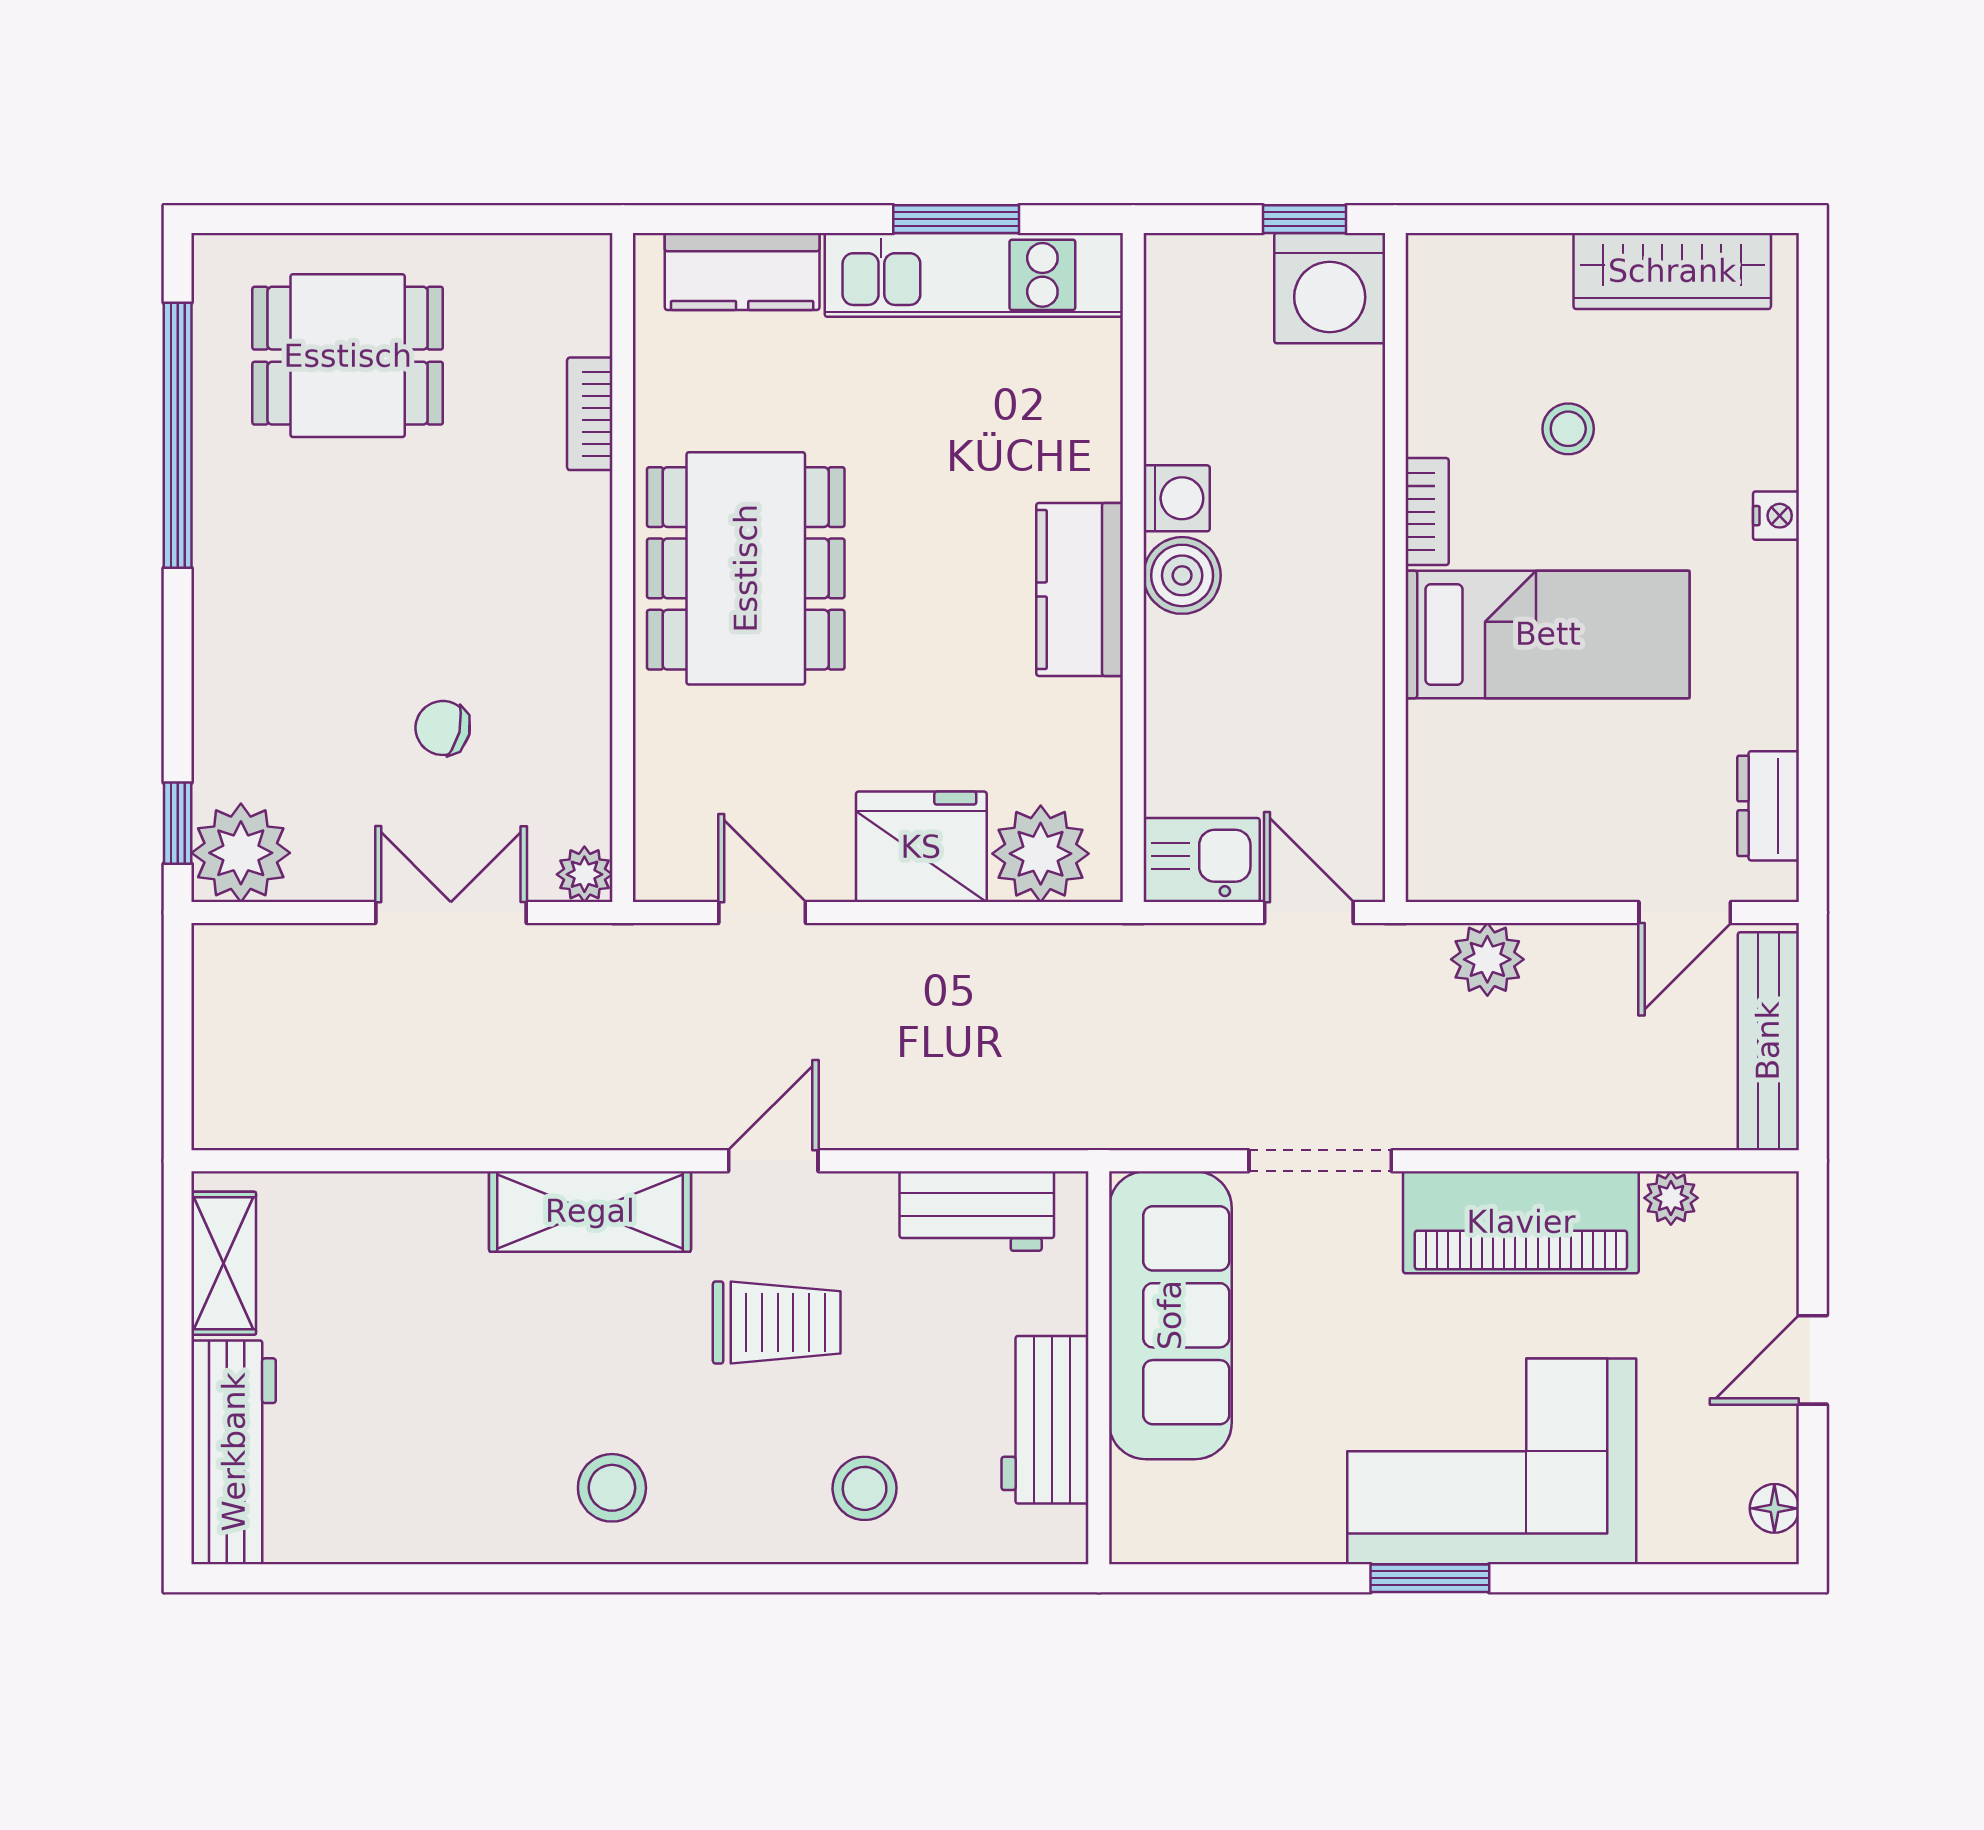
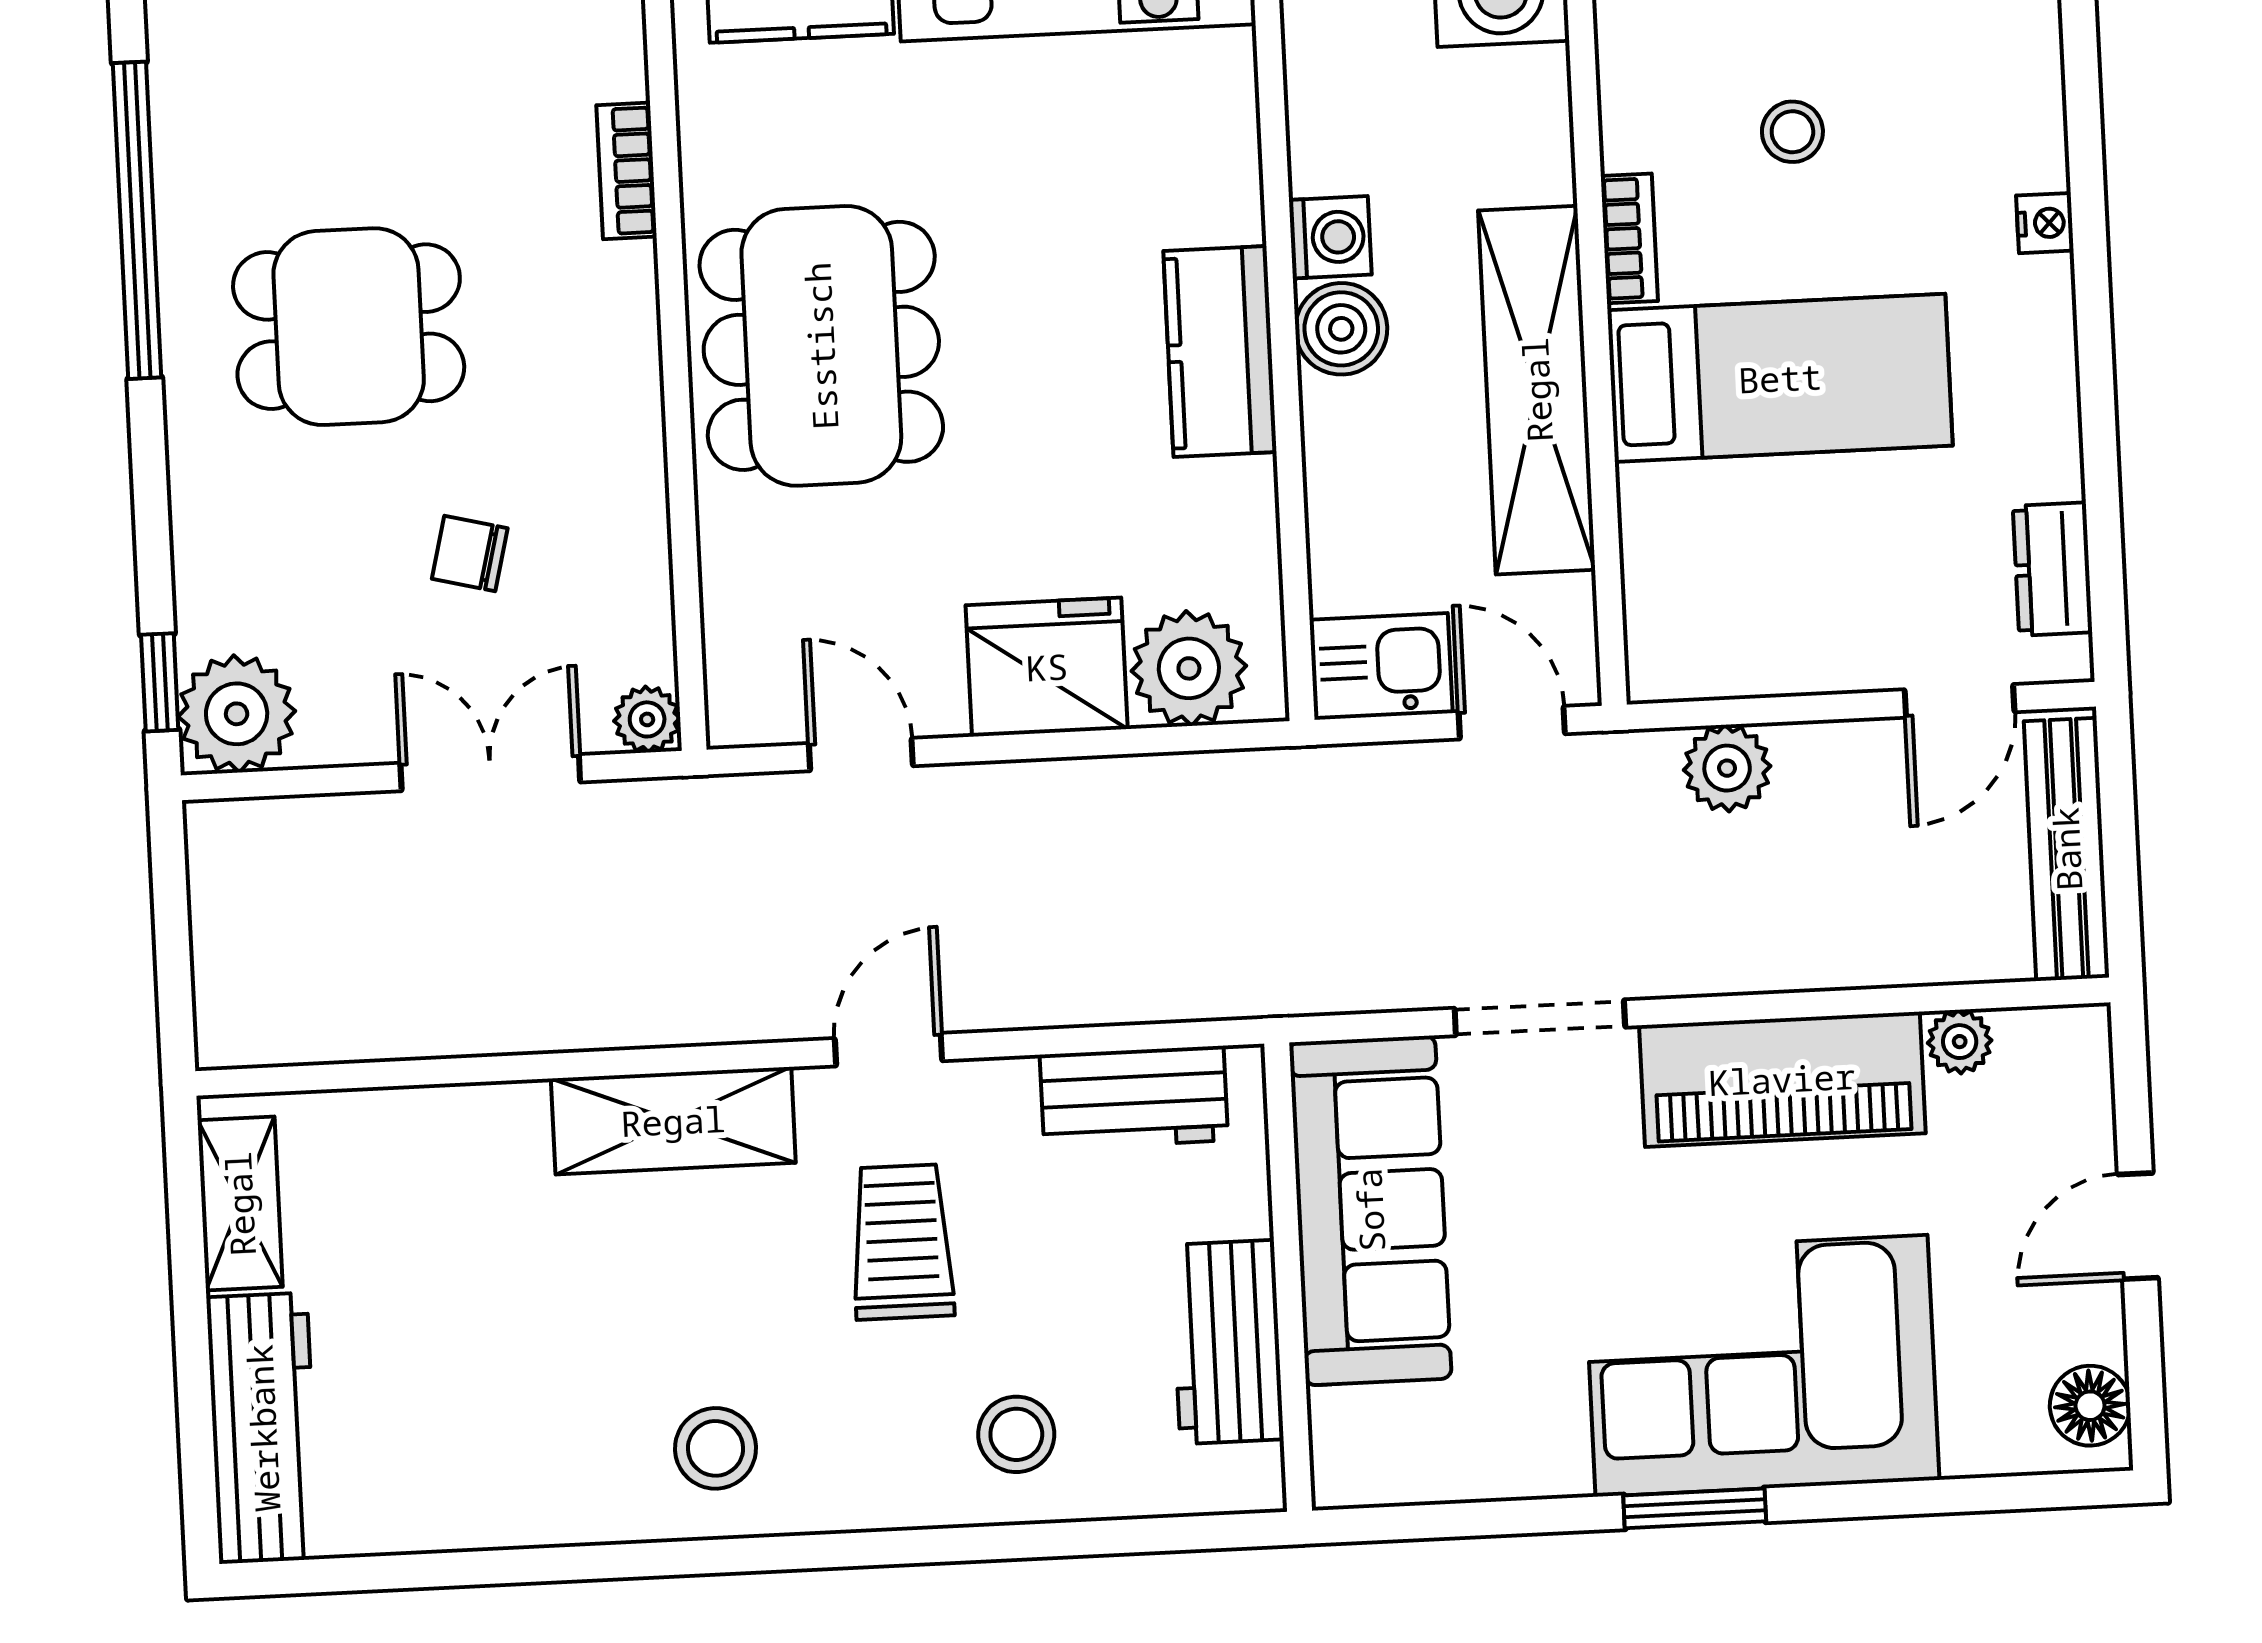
dining table: (348, 356) -> (349, 327), moved
shelving: (1343, 635) -> (1537, 390), added
trolley: (777, 1322) -> (902, 1242), turned -90
floor lamp: (1774, 1508) -> (2090, 1406), width x1.37, depth x1.37

